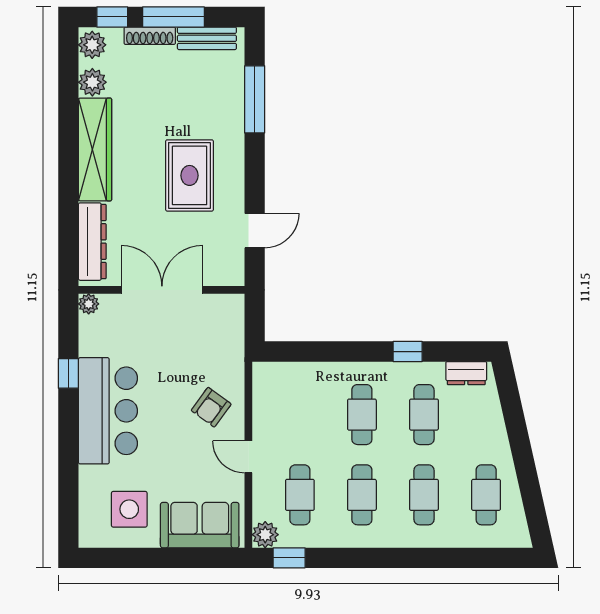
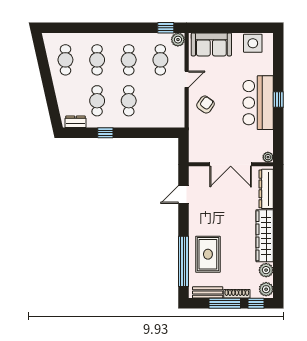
window: (255, 99) -> (183, 261), width x1.46
rug: (190, 175) -> (208, 254), moved
window: (68, 373) -> (278, 100), moved
door: (248, 457) -> (187, 79), hinge flipped
side table: (129, 509) -> (253, 43), moved

